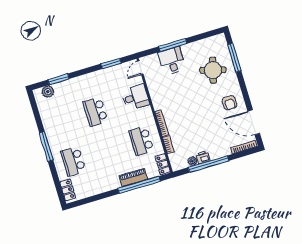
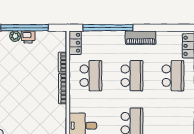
school desk: (107, 151) -> (132, 76), added
plant: (192, 161) -> (15, 36), moved
piano: (133, 178) -> (141, 38), moved

